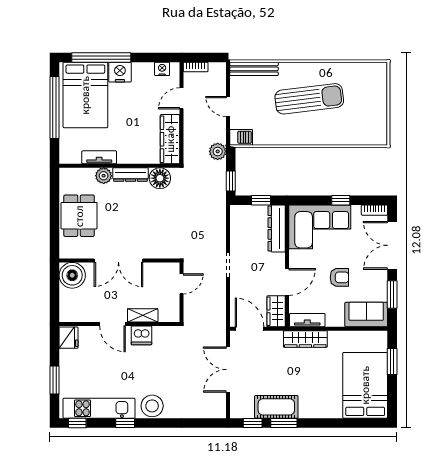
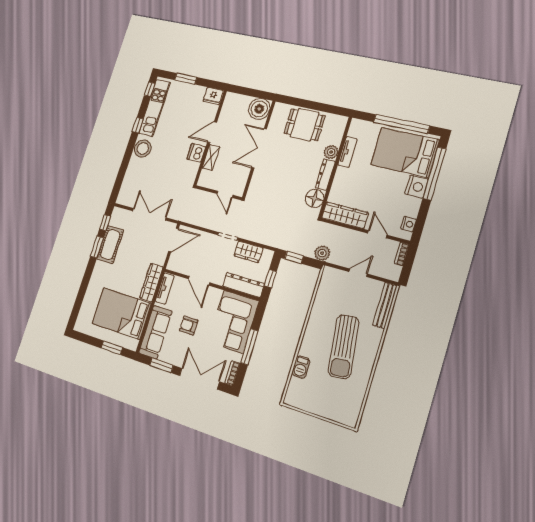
barbecue: (241, 137) -> (301, 367), moved
window: (341, 200) -> (249, 347), width x2.17
armchair: (339, 277) -> (189, 325), turned 90
wardrobe: (276, 311) -> (248, 252), moved, turned 180
sofa: (366, 315) -> (155, 332), width x1.36
bed: (365, 385) -> (121, 313), moved, turned 180

